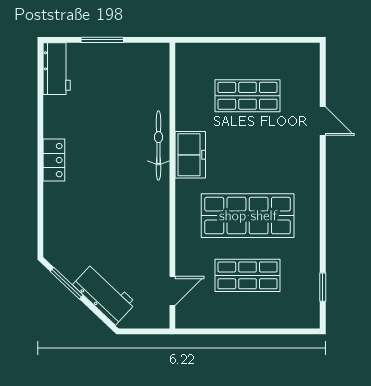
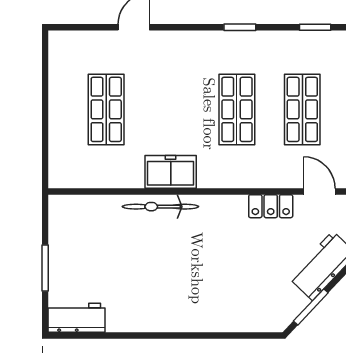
locker: (54, 160) -> (271, 206), moved, turned 180
shop shelf: (248, 216) -> (237, 109), width x0.70, depth x0.74
window: (323, 218) -> (240, 27), added

